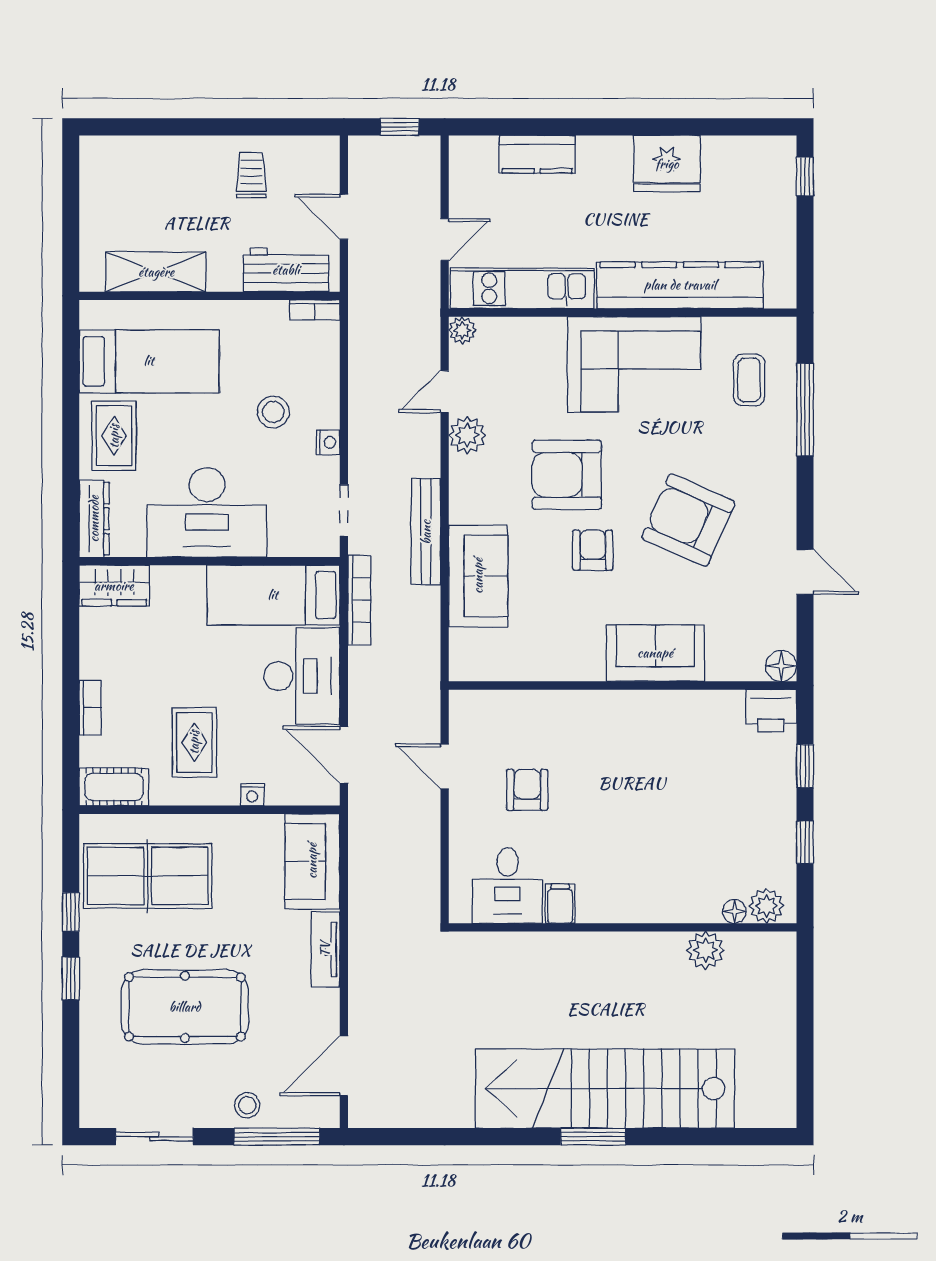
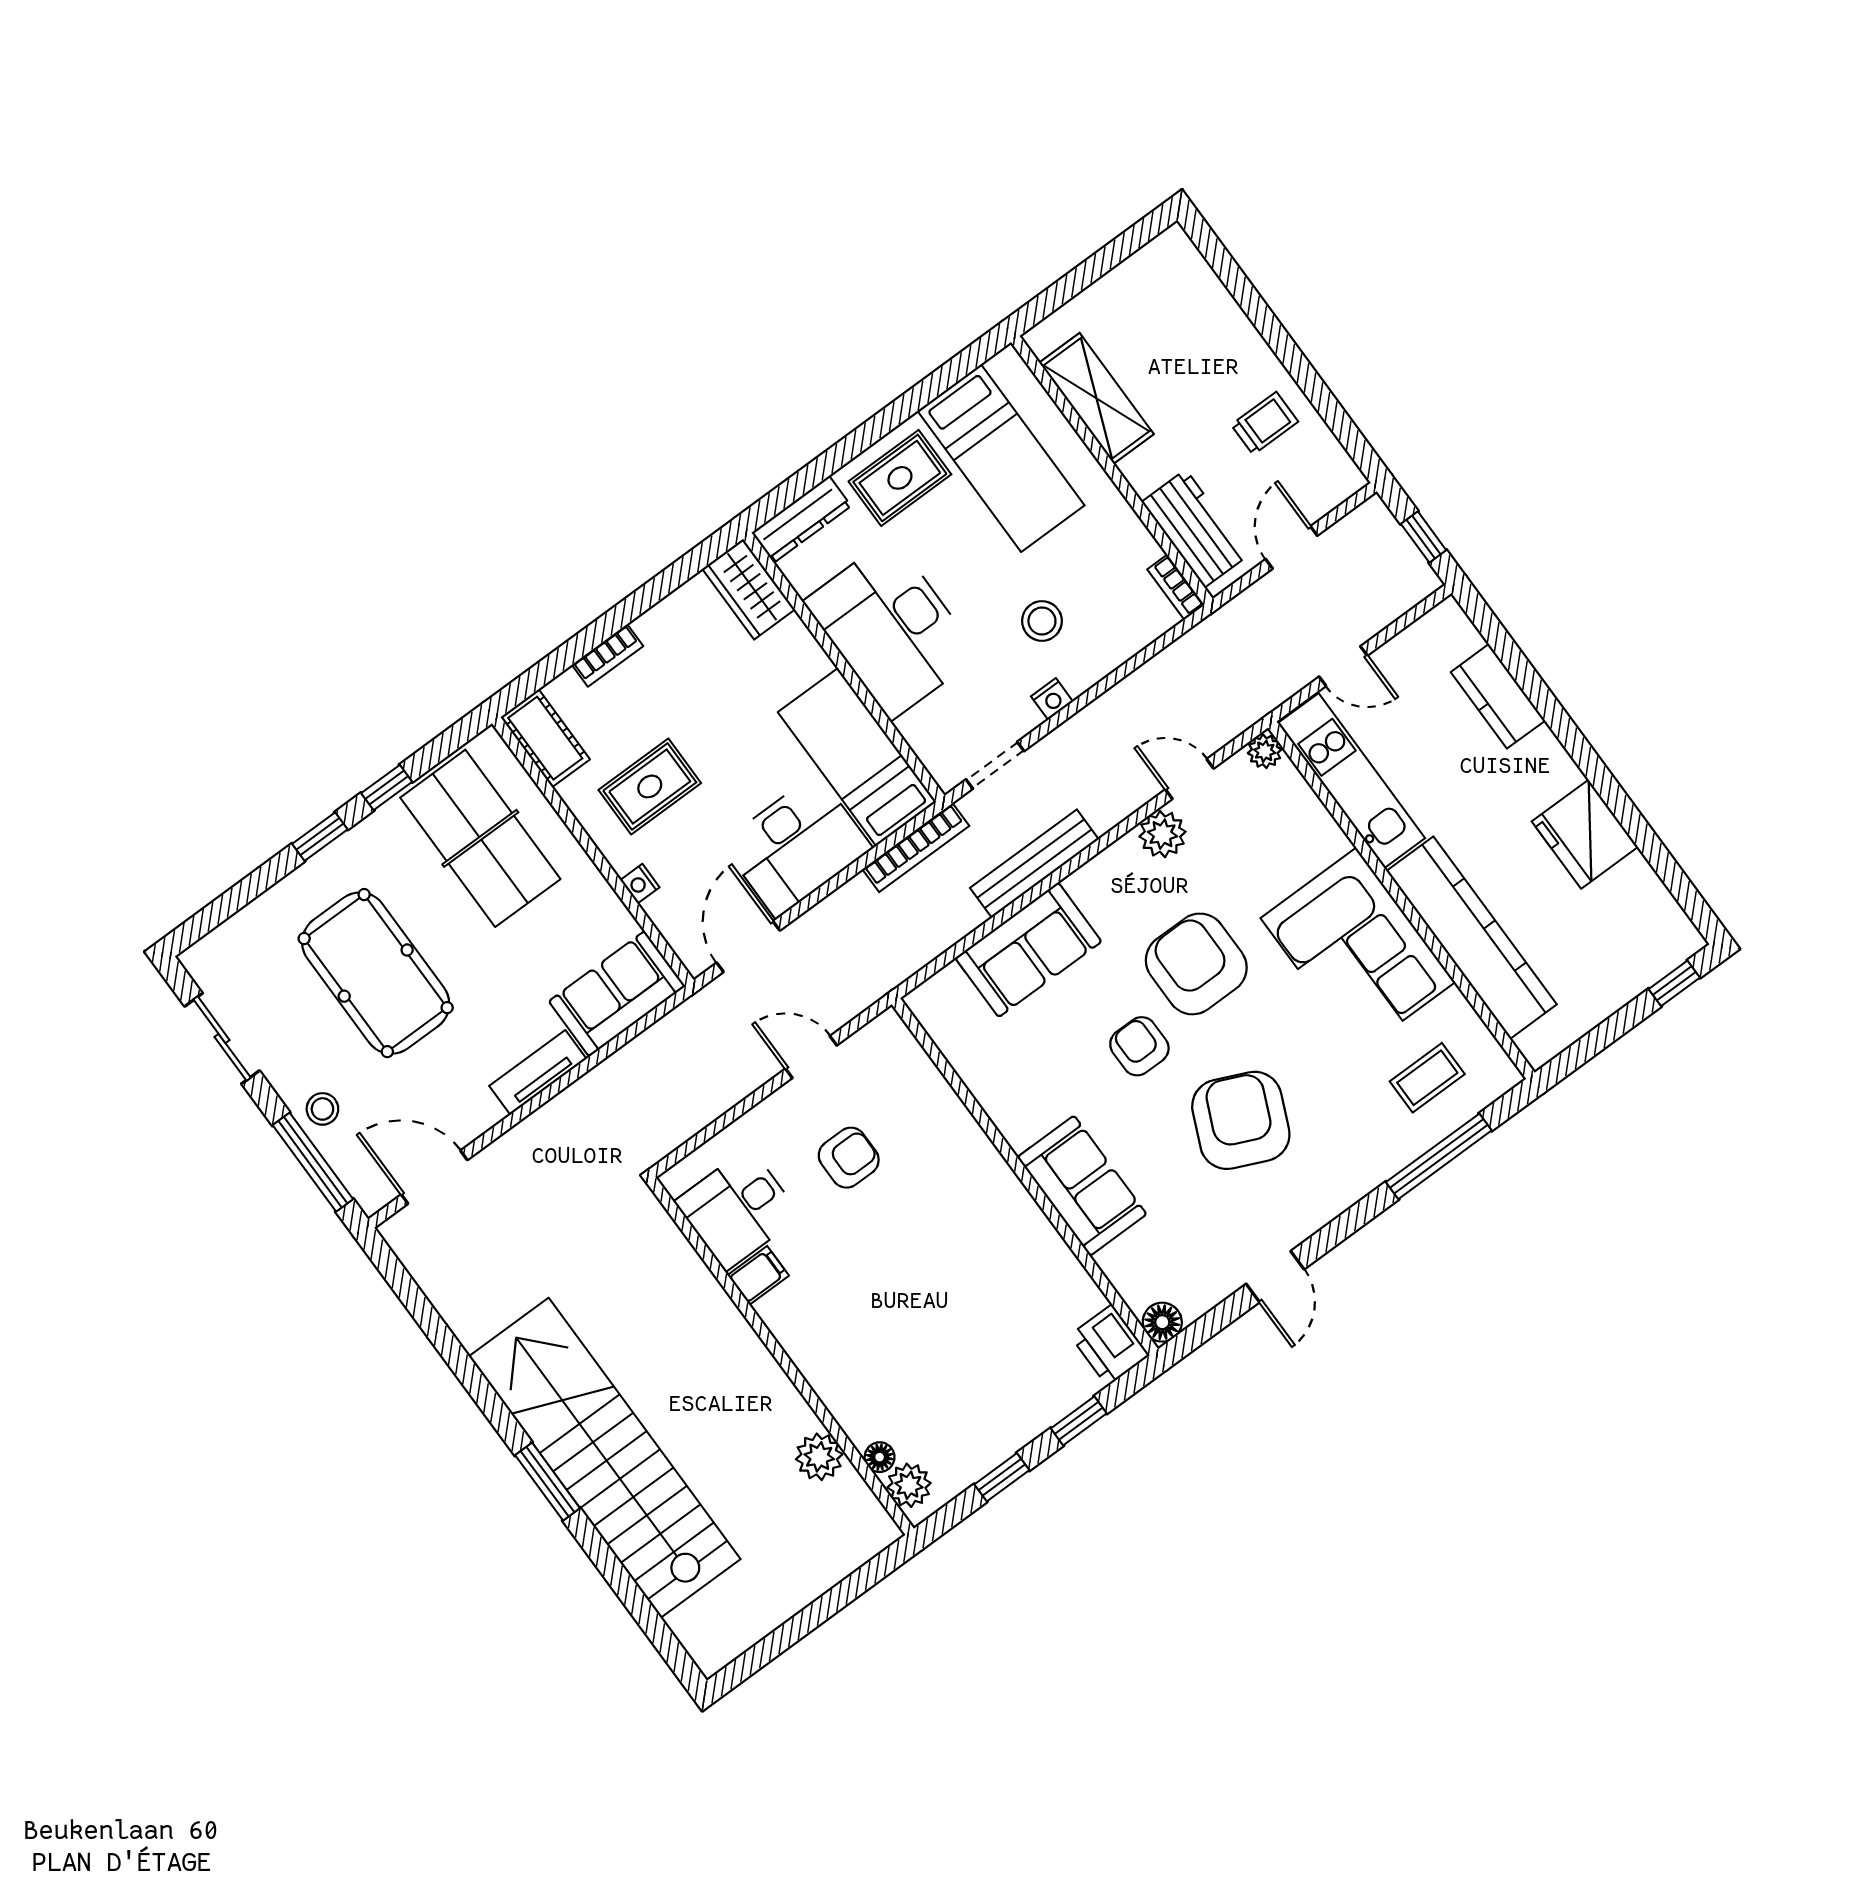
armchair: (593, 550) -> (1139, 1046), turned -90
door: (445, 766) -> (811, 1057), hinge flipped

